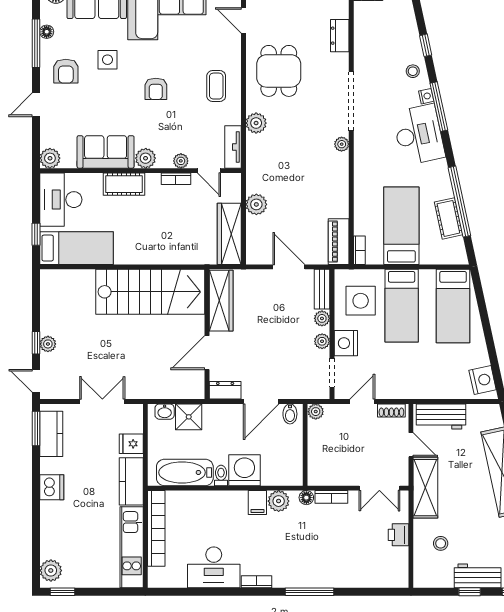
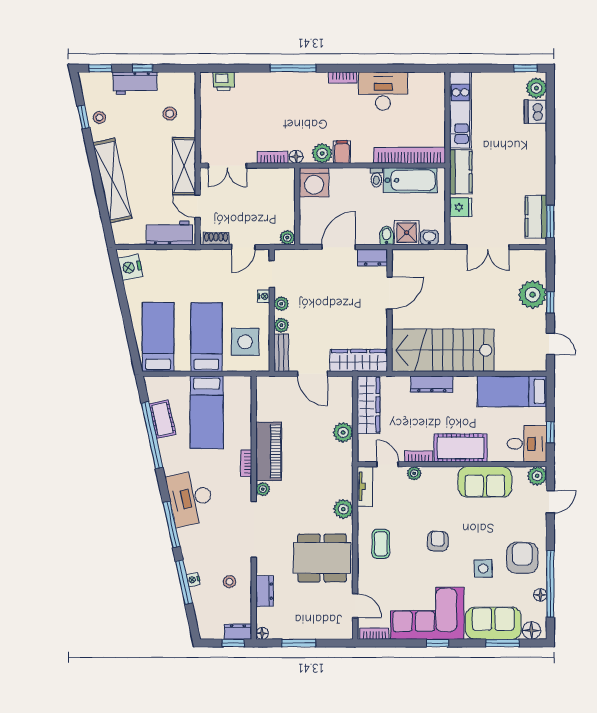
window: (36, 43) -> (550, 584), width x1.46
window: (426, 45) -> (184, 582), width x2.17
armchair: (66, 71) -> (522, 558), width x1.38, depth x1.38
dining table: (279, 71) -> (322, 558), width x1.38
stool: (413, 71) -> (229, 582), moved
nightstand: (426, 96) -> (193, 580), moved
door: (36, 105) -> (550, 502), moved
plant: (146, 158) -> (447, 476), removed
cot: (124, 184) -> (460, 448), width x1.37, depth x1.34
desk: (61, 200) -> (527, 444), width x0.73
window: (36, 234) -> (550, 432), moved
piano: (339, 242) -> (269, 451), moved, width x1.37, depth x1.33
bookcase: (359, 250) -> (246, 463), moved
dresser: (162, 256) -> (432, 384), added
wardrobe: (221, 301) -> (359, 360), moved, turned 90
nightstand: (346, 343) -> (264, 296), width x0.53, depth x0.56
plant: (48, 344) -> (533, 295), width x1.87, depth x1.87
door: (36, 381) -> (550, 344), moved
bidet: (290, 414) -> (387, 235), moved
washing machine: (244, 470) -> (314, 182), moved
dishwasher: (52, 487) -> (536, 112), moved
double door: (379, 488) -> (227, 166), swing flipped
bookcase: (156, 528) -> (410, 155), moved, turned 90
printer: (398, 535) -> (224, 81), moved, turned 90

